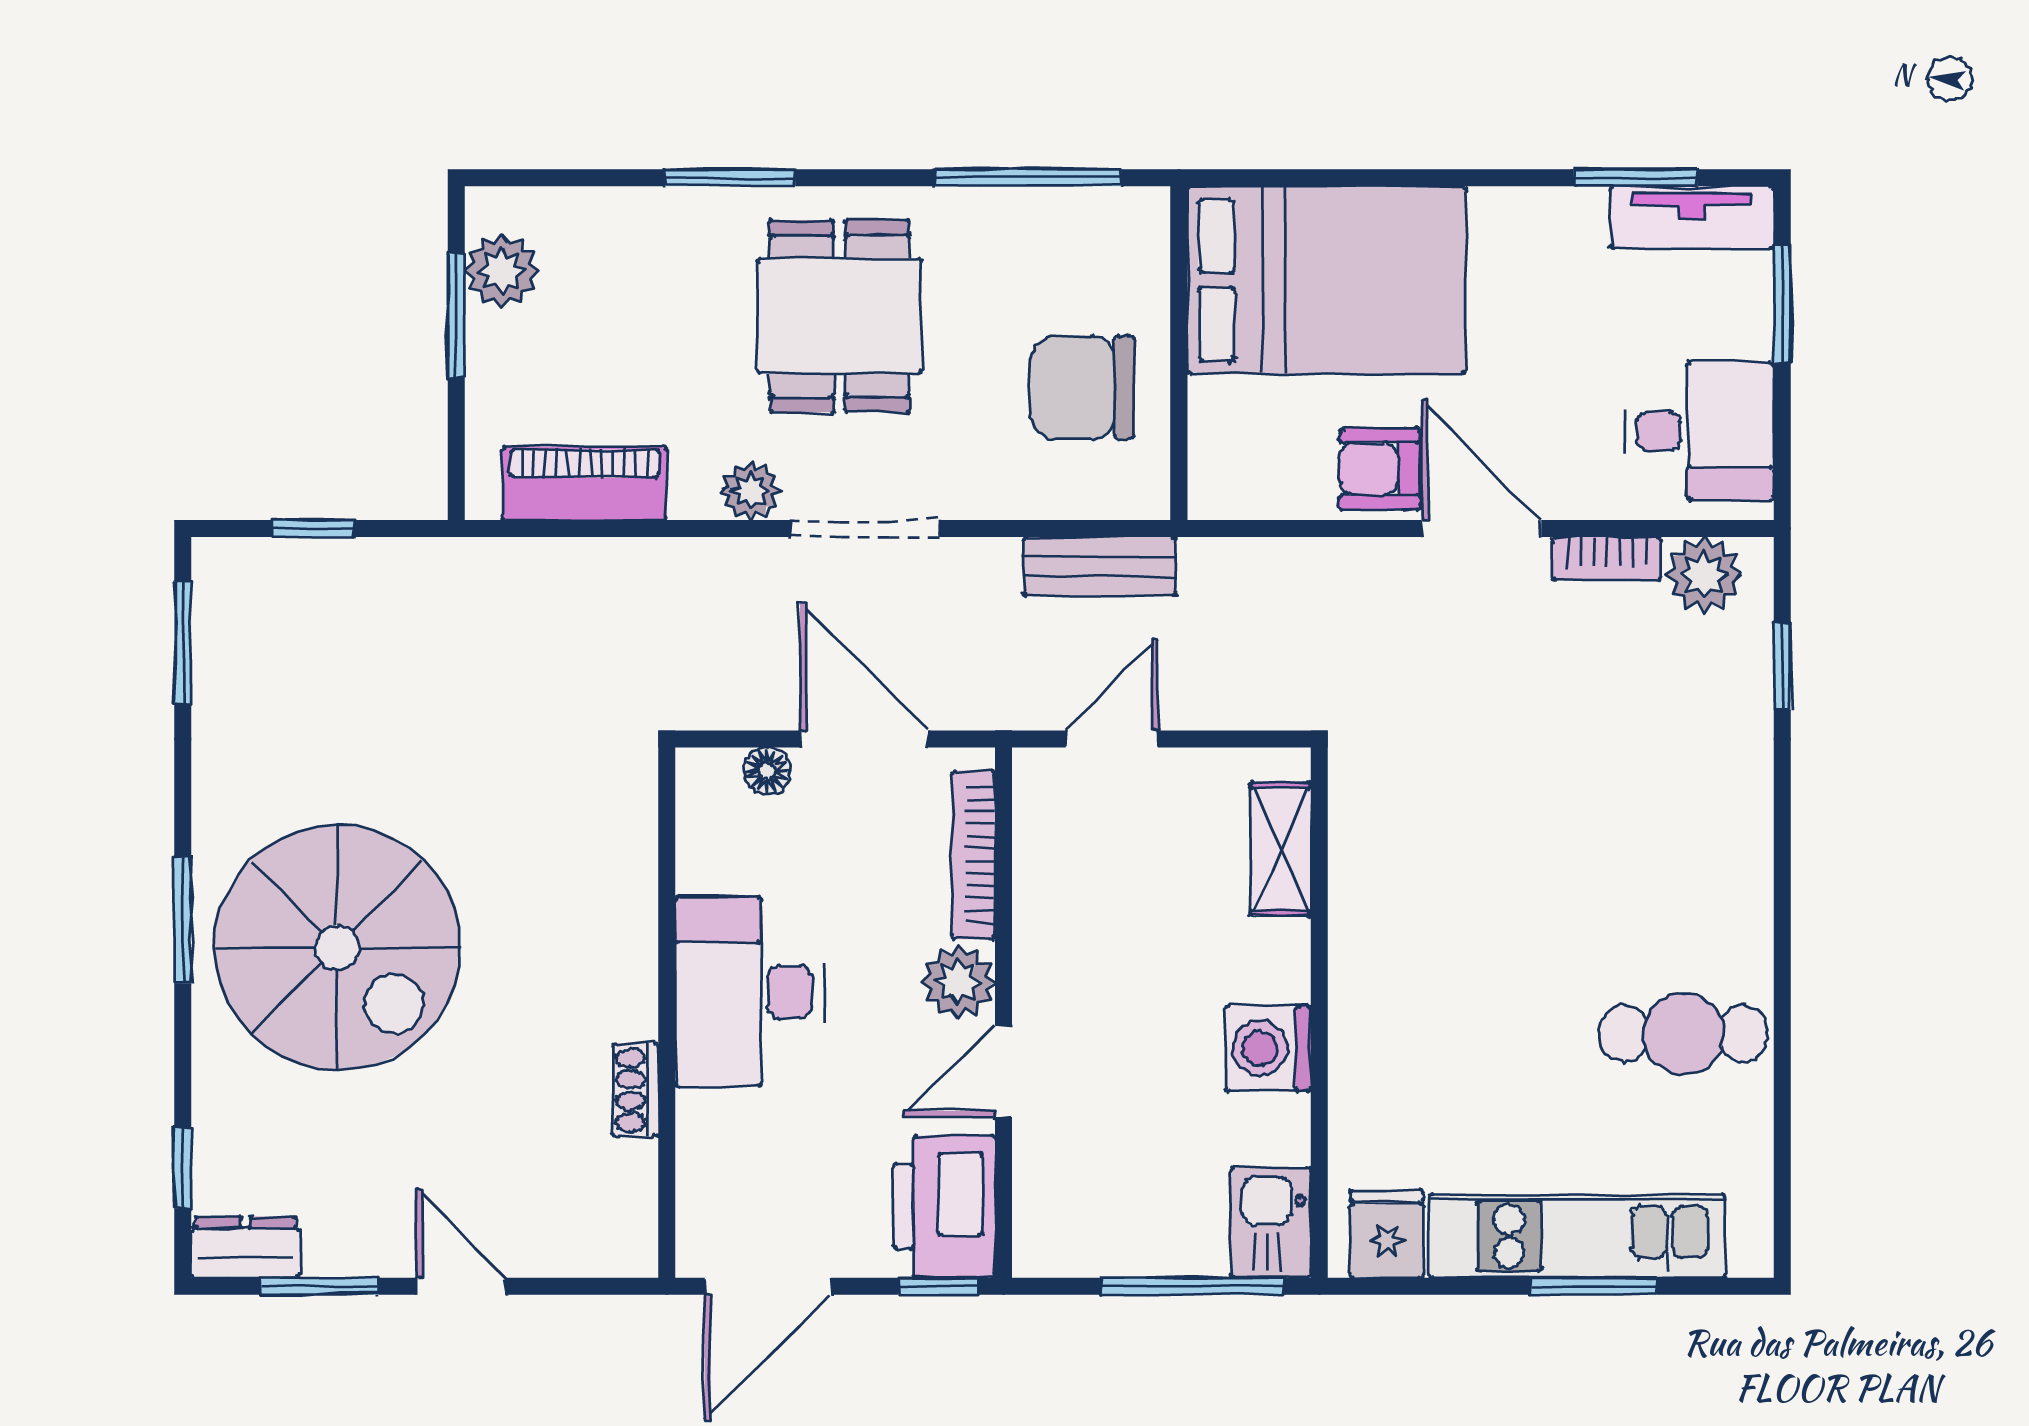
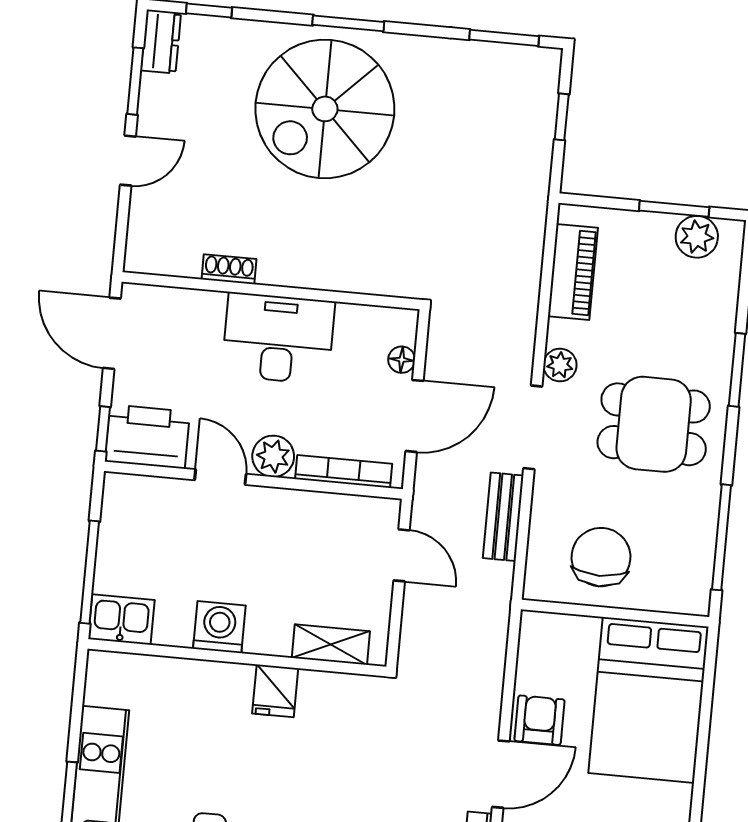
bench: (1100, 566) -> (503, 517), moved
fridge: (1387, 1234) -> (275, 691), moved, turned 90

